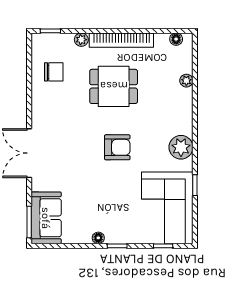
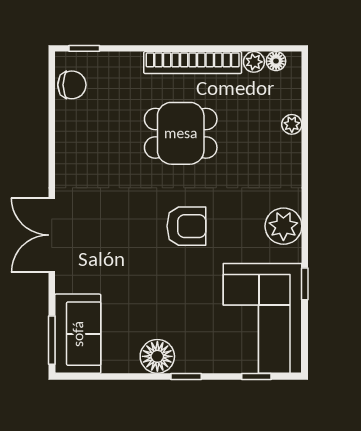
plant: (81, 40) -> (254, 62), moved
chair: (54, 72) -> (72, 85), moved
floor lamp: (98, 238) -> (157, 356), width x1.89, depth x1.89

